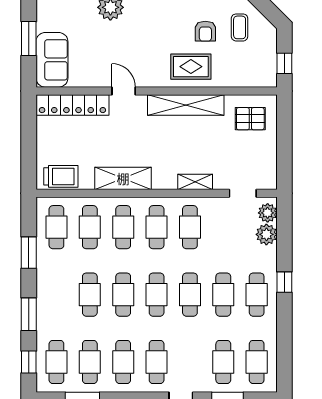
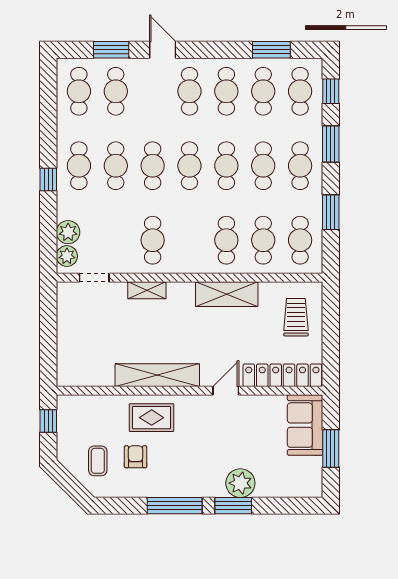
door: (124, 91) -> (226, 391), swing flipped
pallet: (250, 119) -> (86, 360), removed
trolley: (61, 176) -> (296, 317), moved, turned 90
cafe table: (157, 227) -> (300, 166), moved

